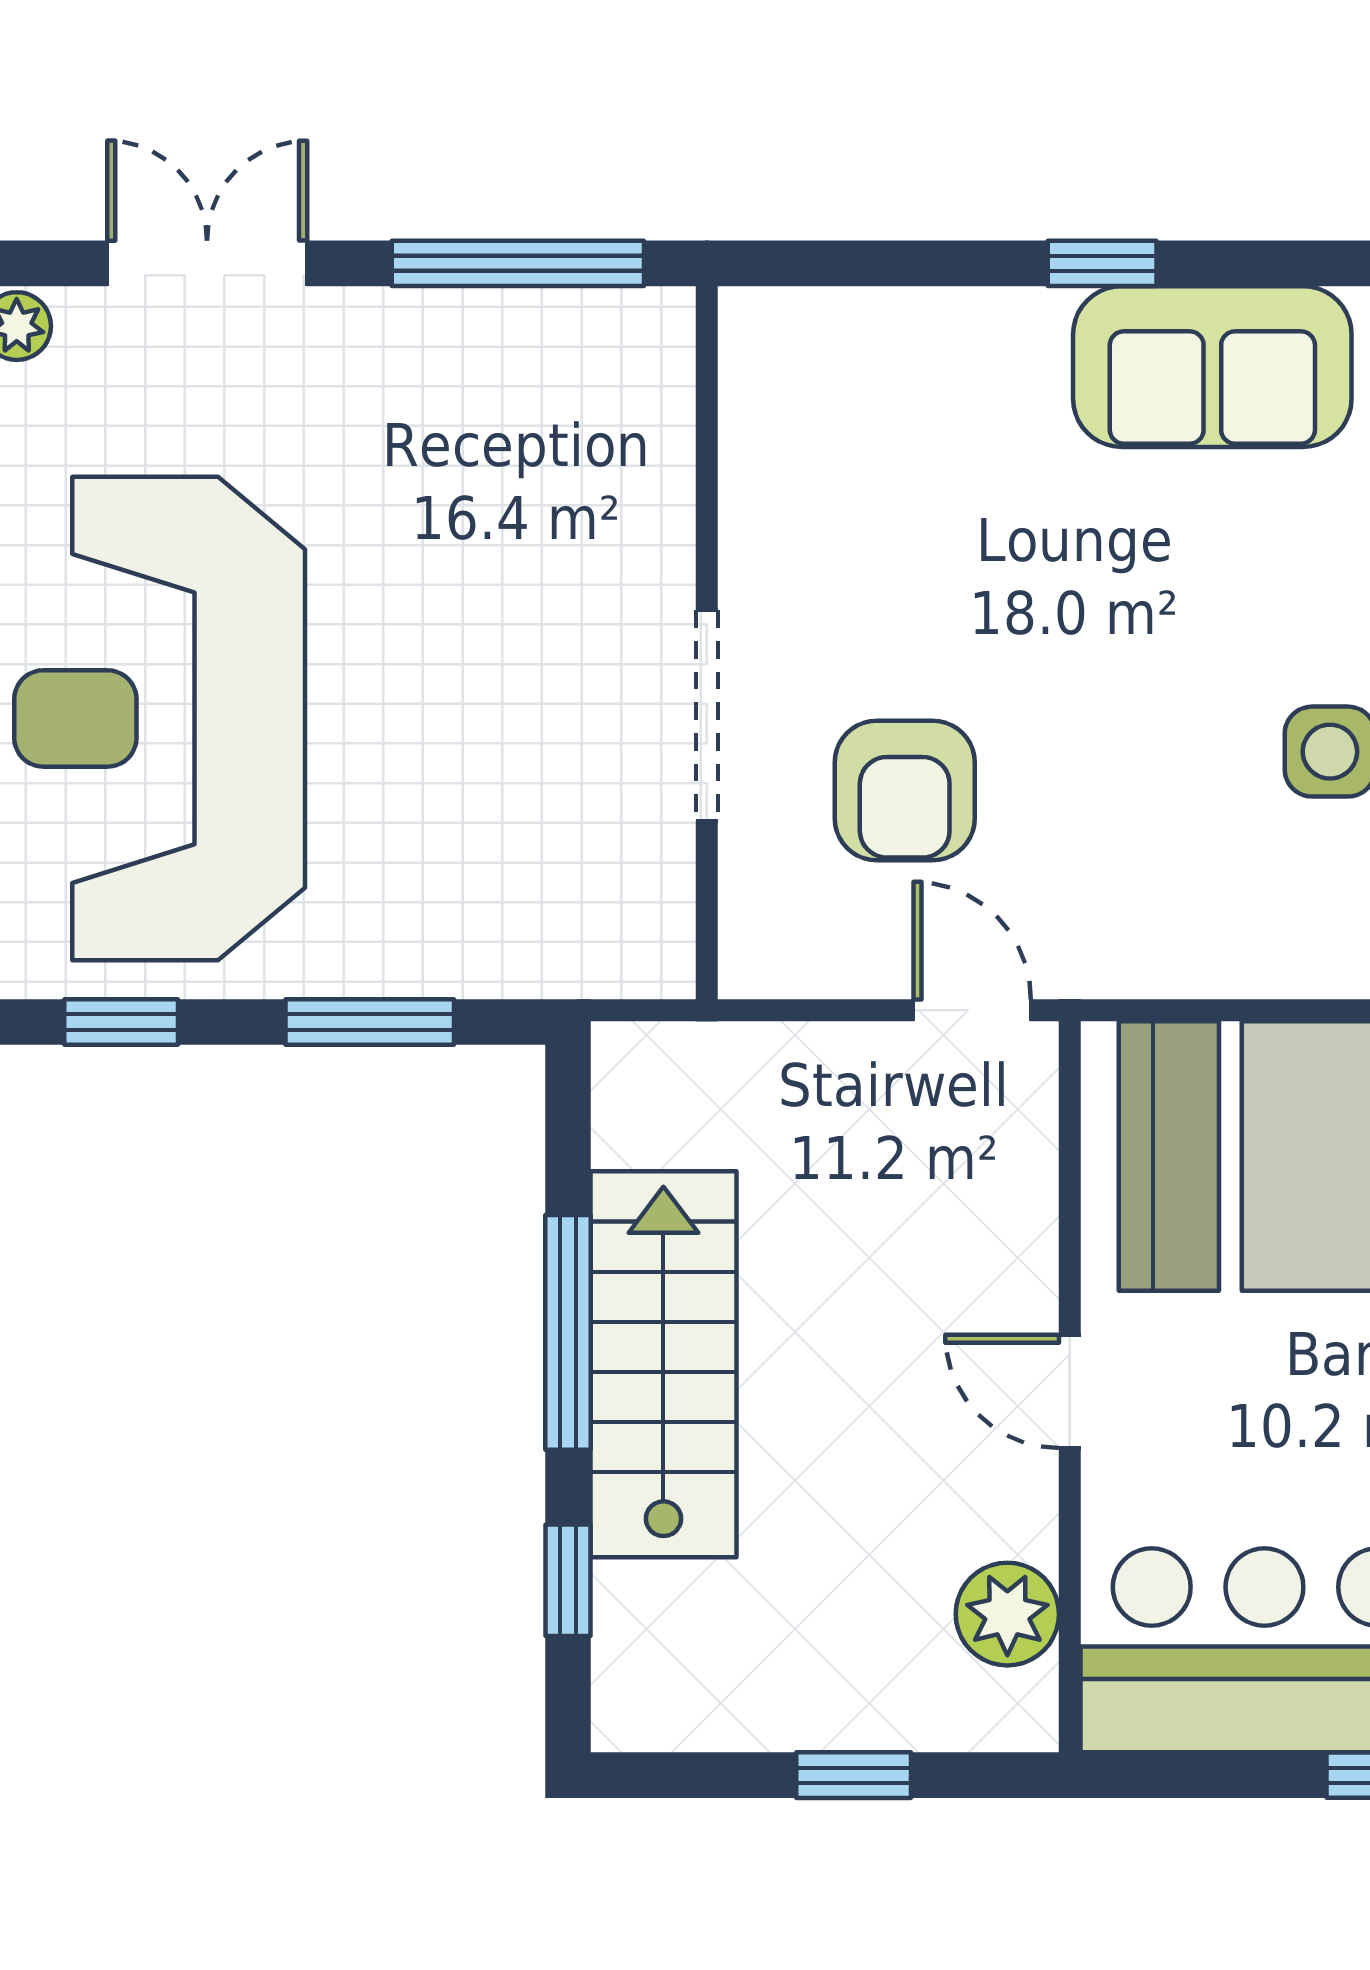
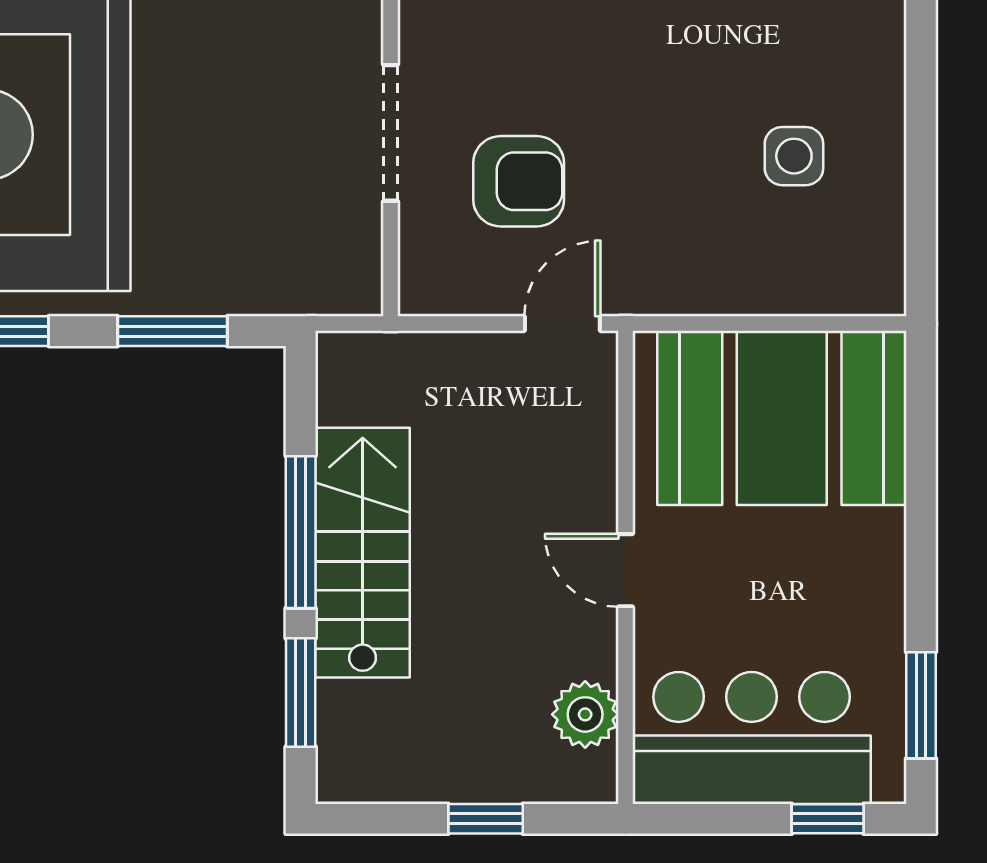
armchair: (905, 790) -> (519, 181), turned -90
door: (972, 1010) -> (562, 324), hinge flipped
window: (568, 1580) -> (301, 692), width x1.50

